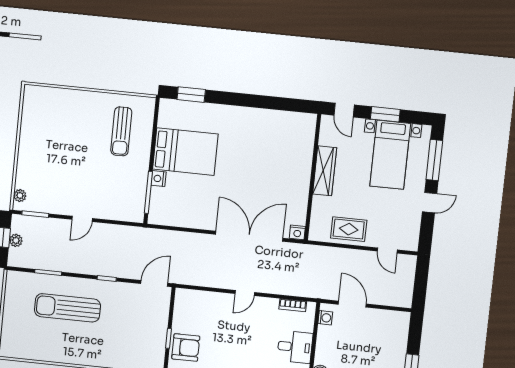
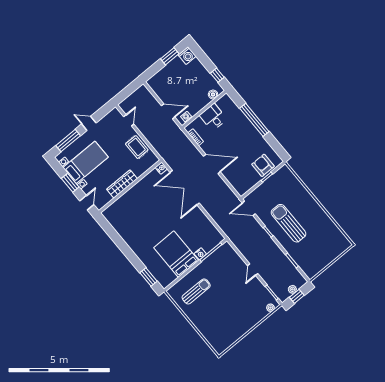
door: (82, 219) -> (253, 270), swing flipped
door: (245, 293) -> (212, 164), width x1.88
door: (352, 304) -> (168, 111), swing flipped
sun lounger: (67, 308) -> (289, 223), moved, turned 180

